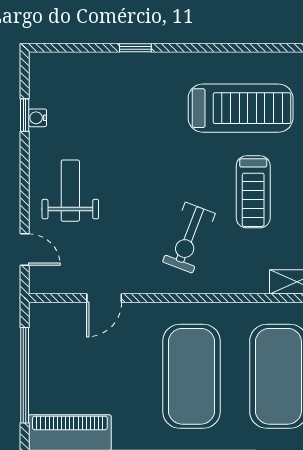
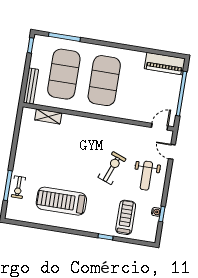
treadmill: (253, 192) -> (126, 217), moved
exercise bike: (189, 238) -> (112, 168), moved
door: (104, 298) -> (160, 127), moved

